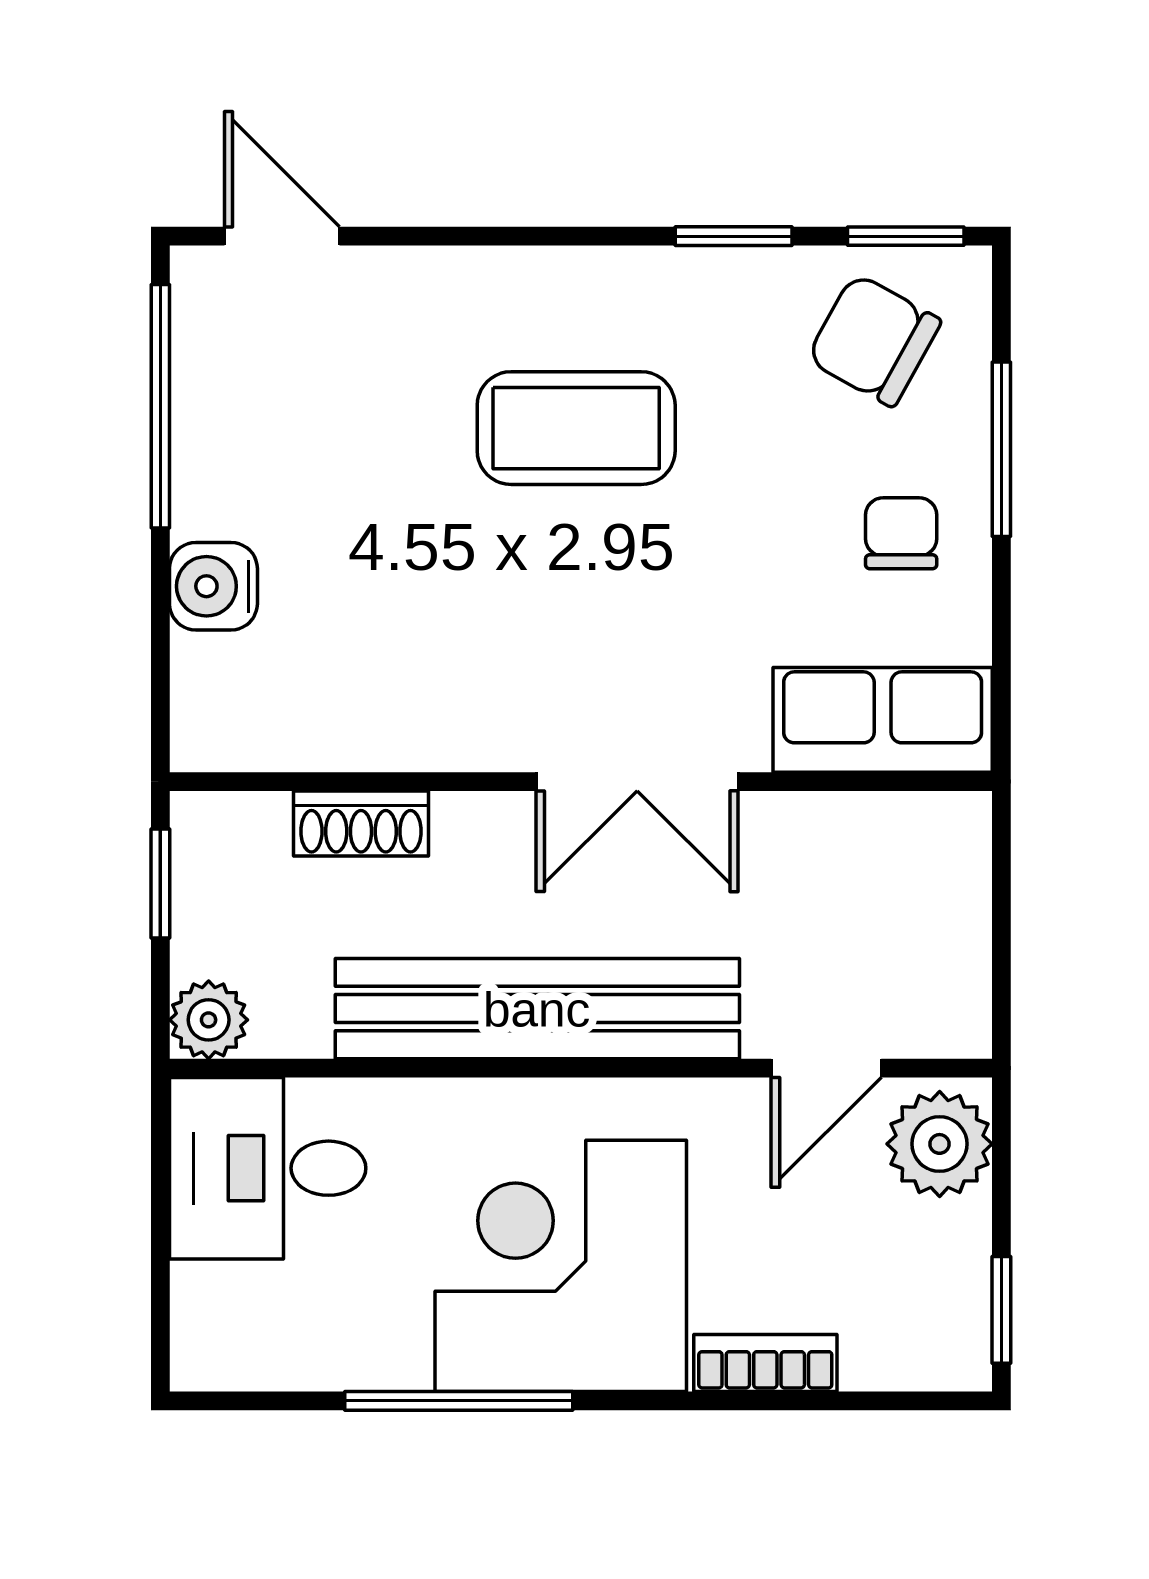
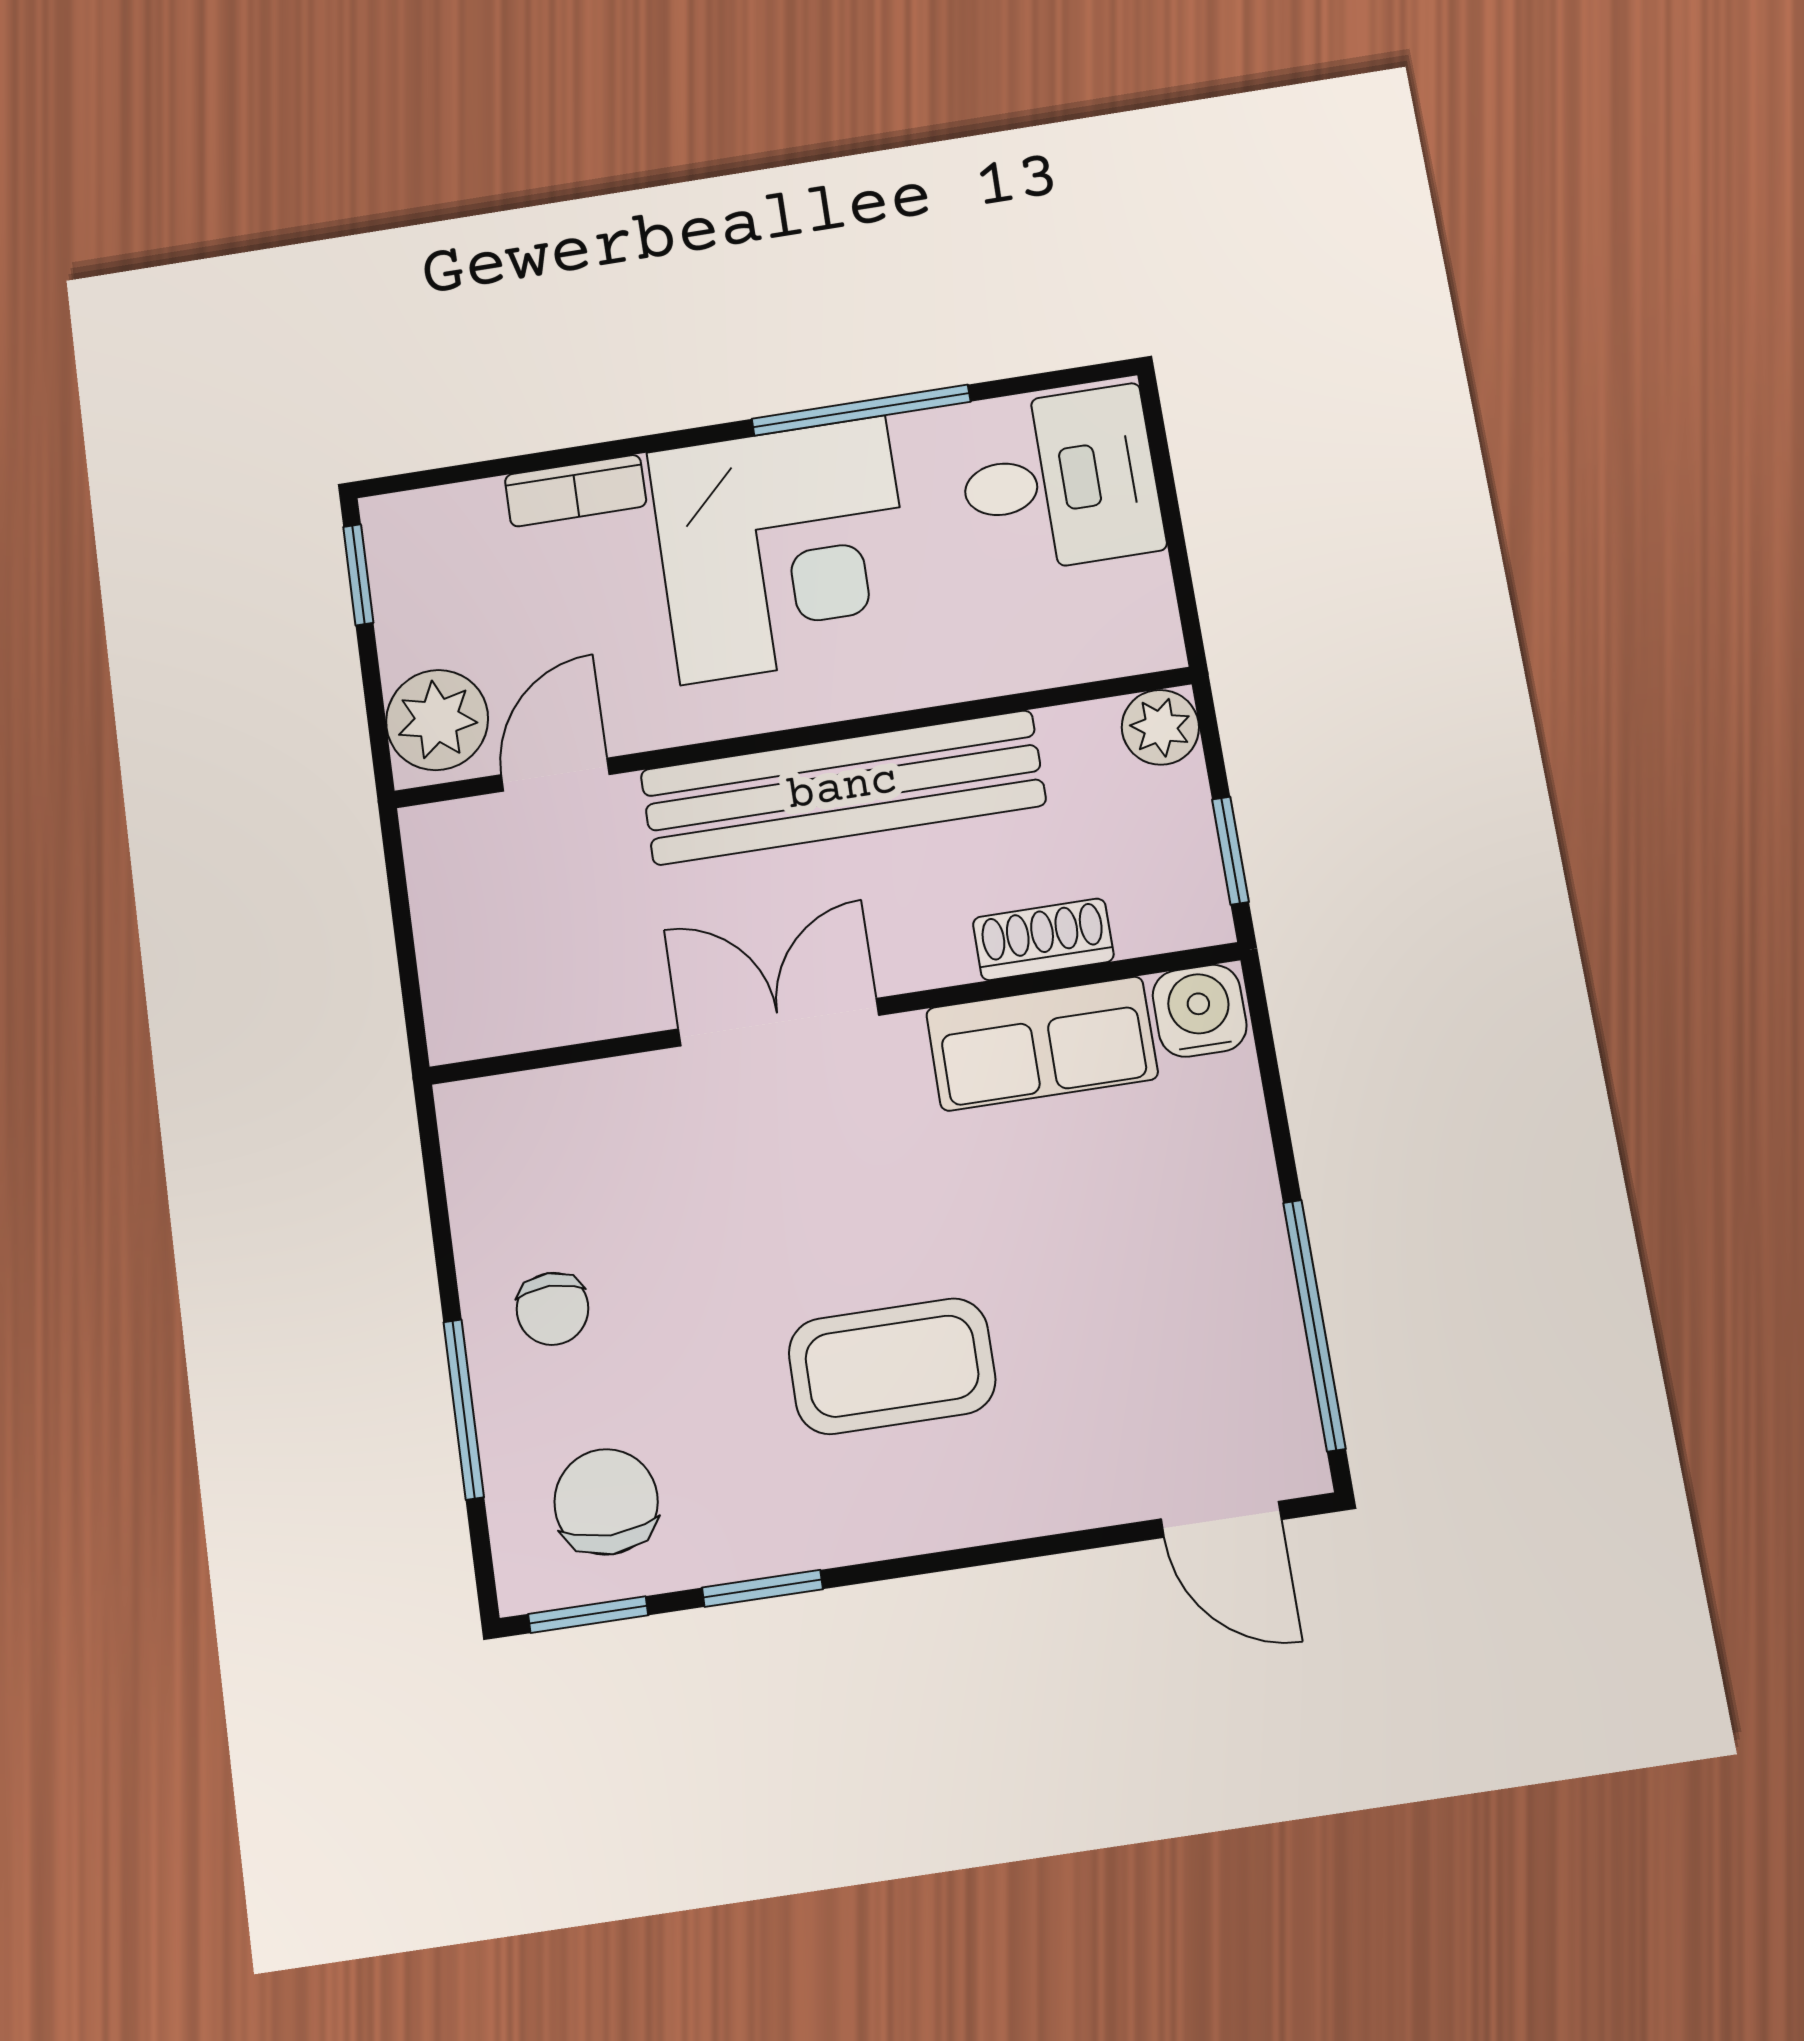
chair: (874, 340) -> (606, 1502), turned -119
water cooler: (213, 586) -> (1200, 1011), moved, turned -90
row of seats: (883, 720) -> (1042, 1044), moved
desk: (268, 1168) -> (1059, 480), moved

